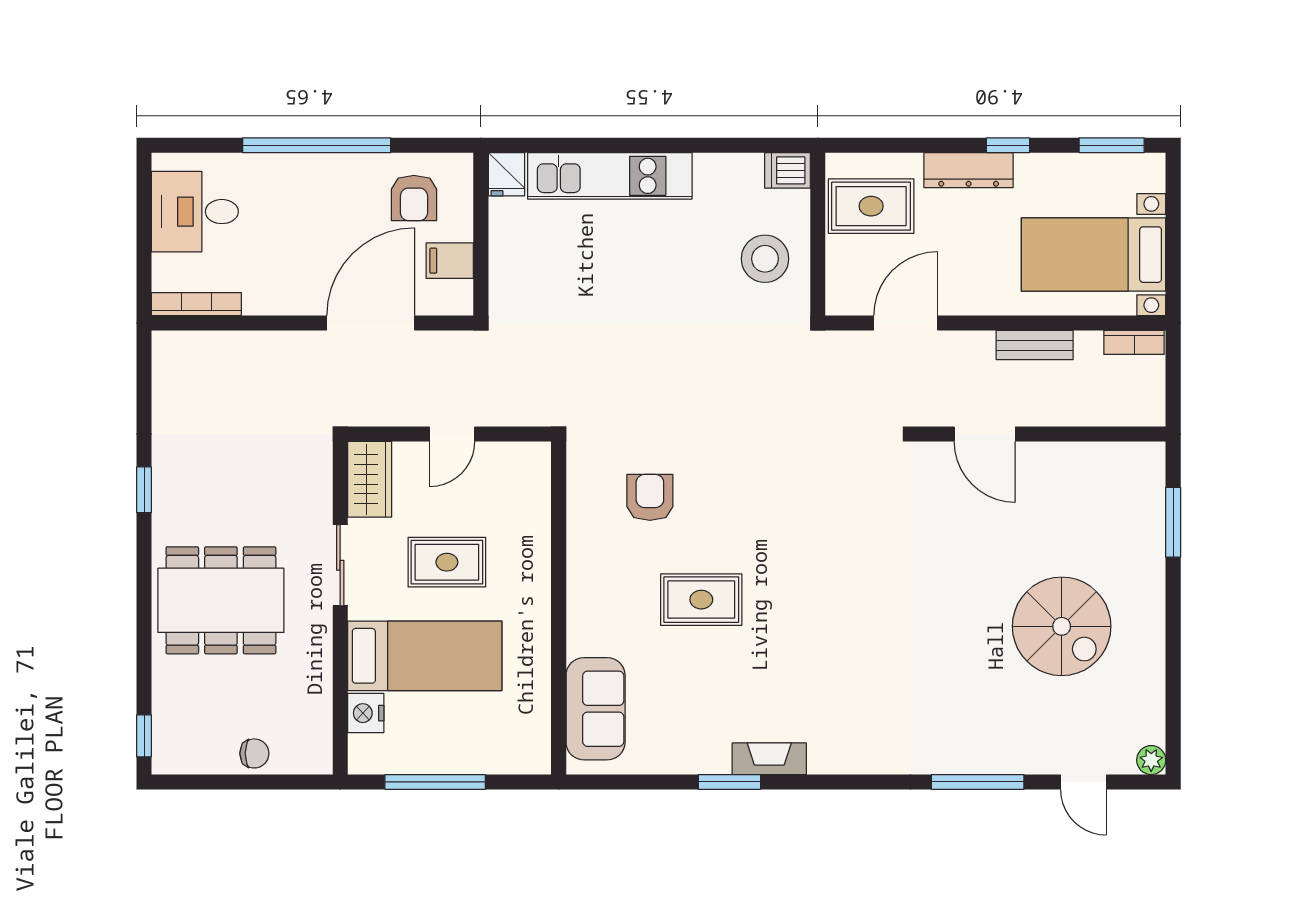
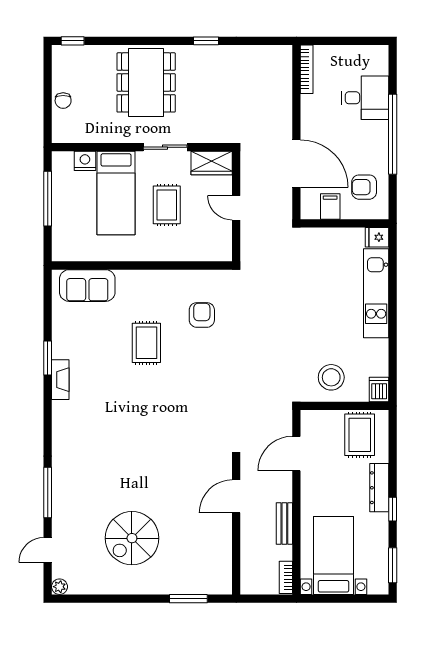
desk: (195, 212) -> (365, 98), moved, turned 90
door: (906, 323) -> (296, 454), swing flipped
armchair: (650, 497) -> (202, 315), turned -90

